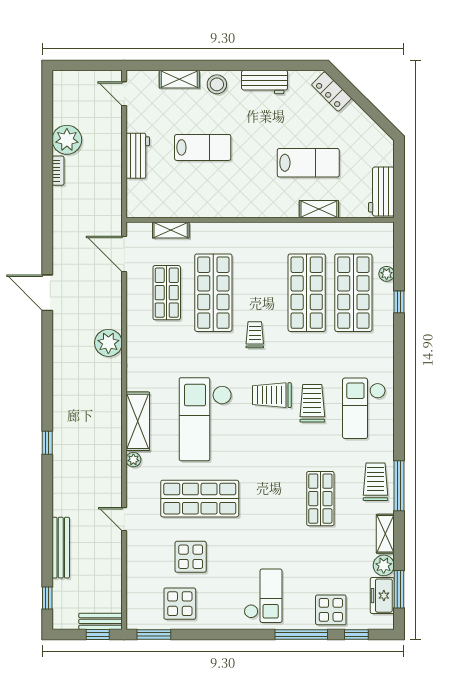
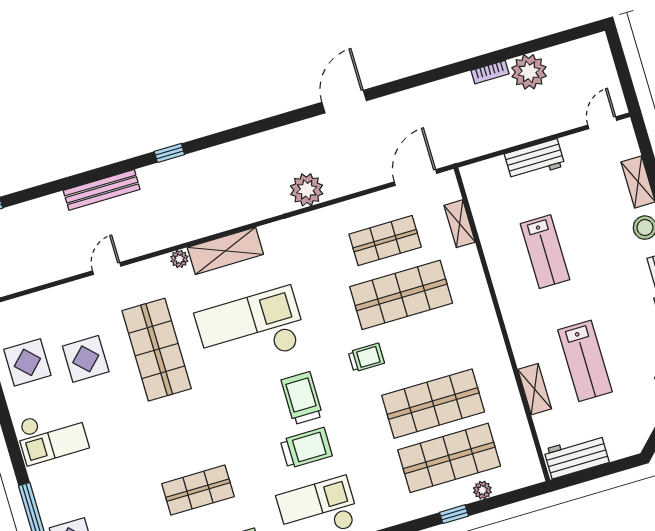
lab bench: (203, 147) -> (545, 252), moved
bench: (61, 548) -> (102, 190), moved
checkout: (263, 596) -> (52, 435), moved

